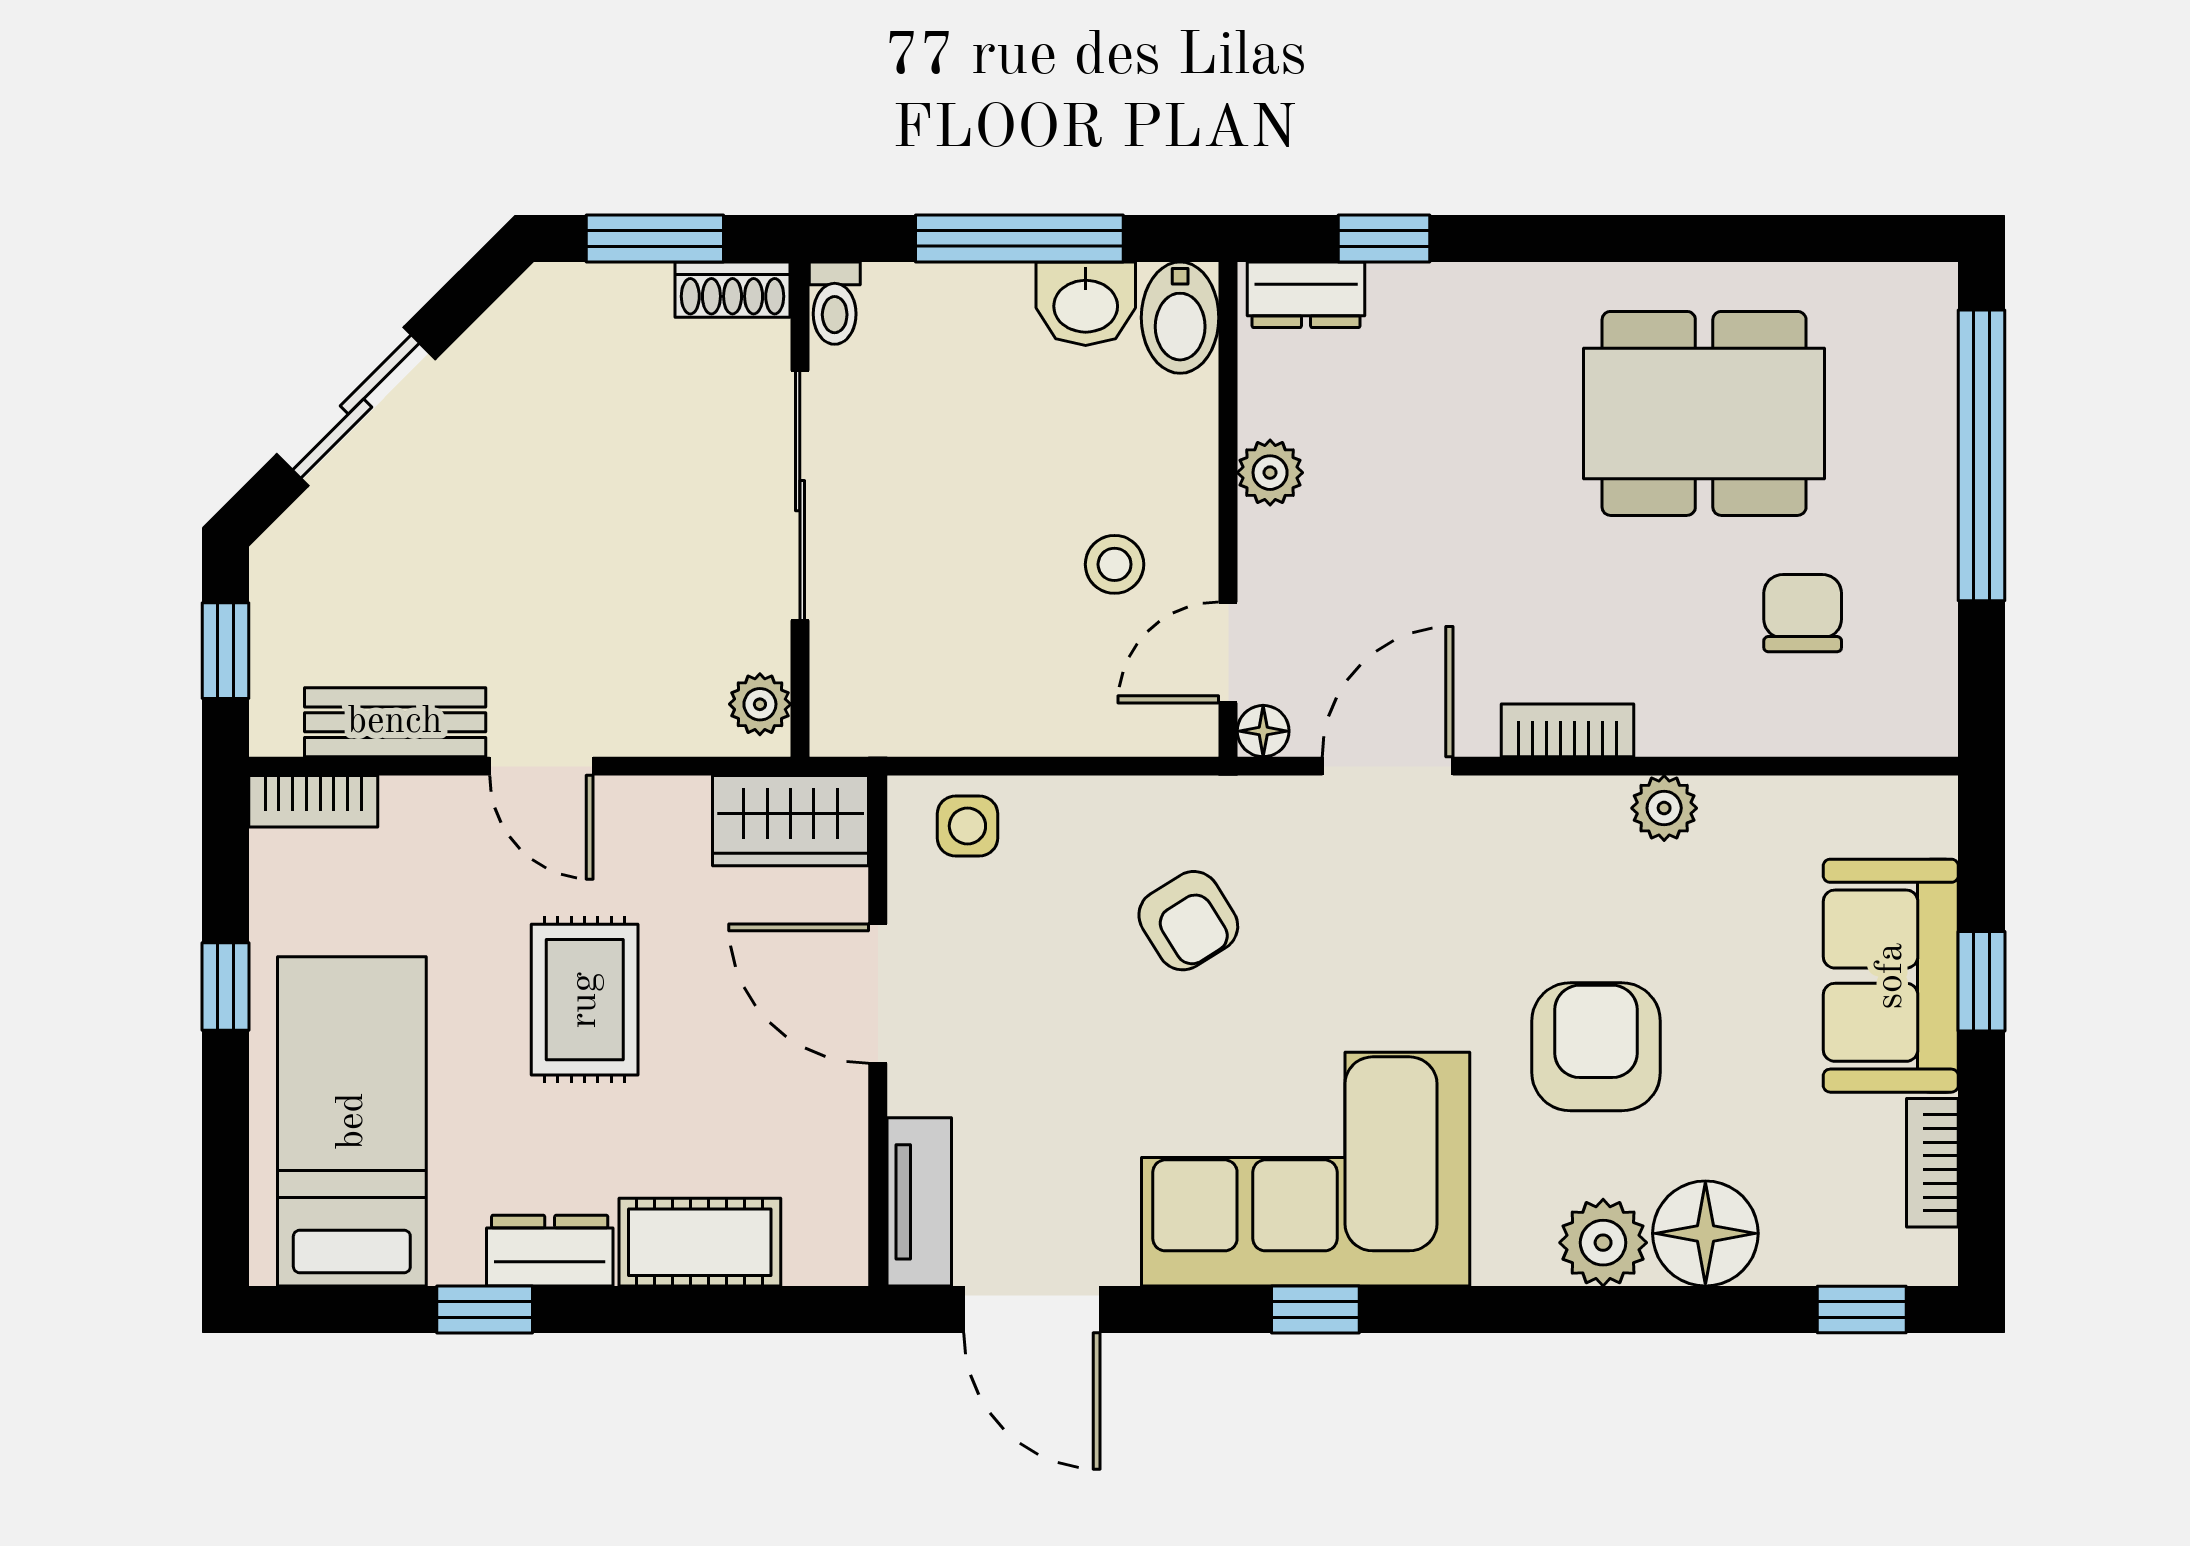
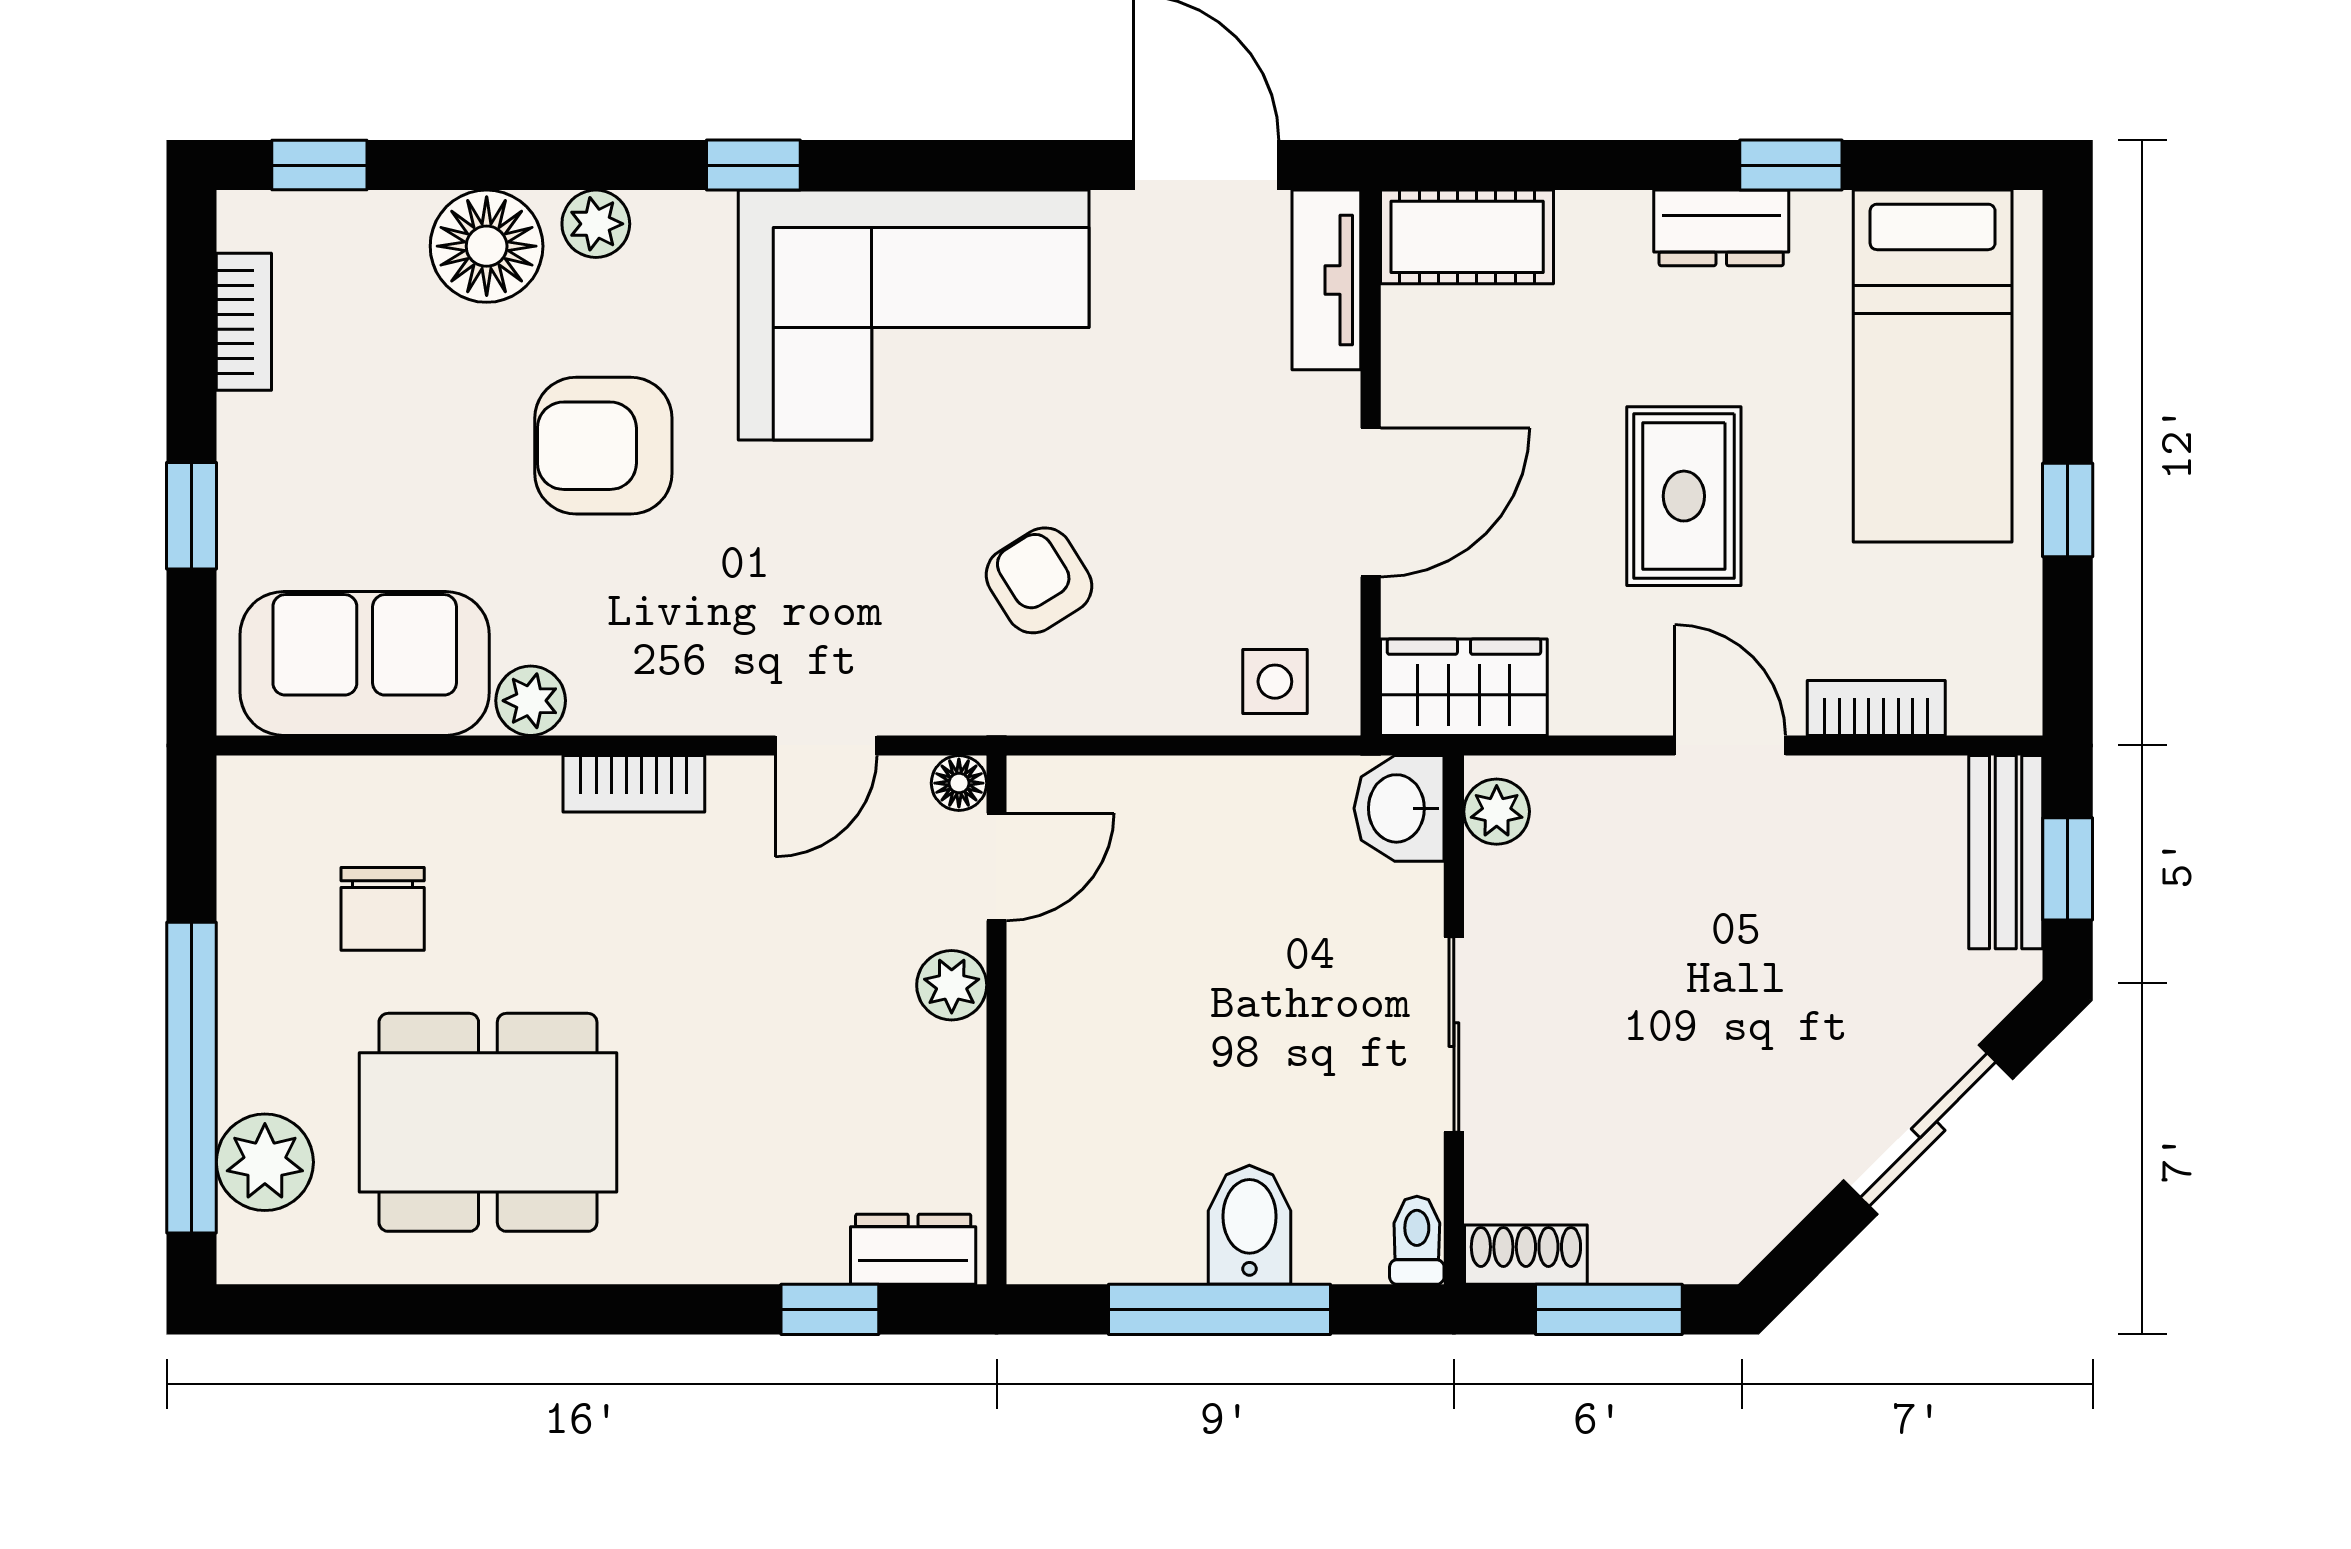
washbasin: (1086, 304) -> (1399, 808), moved, turned -90
bidet: (1180, 318) -> (1249, 1225), moved
plant: (1913, 376) -> (265, 1162), added
plant: (1270, 473) -> (952, 985), moved
sliding door: (800, 496) -> (1454, 1035), width x0.73
stool: (1115, 564) -> (1118, 961), removed
bench: (395, 722) -> (2006, 852), moved, turned 90
door: (1388, 766) -> (826, 745), width x0.73
bookcase: (313, 801) -> (1876, 708), moved
sofa: (1891, 976) -> (365, 664), moved, turned -90
door: (878, 994) -> (1371, 502), hinge flipped
armchair: (1596, 1047) -> (603, 446), turned 90
cot: (700, 1242) -> (1467, 237), moved
plant: (1603, 1243) -> (596, 224), width x0.73, depth x0.73
window: (1315, 1309) -> (753, 165), moved

